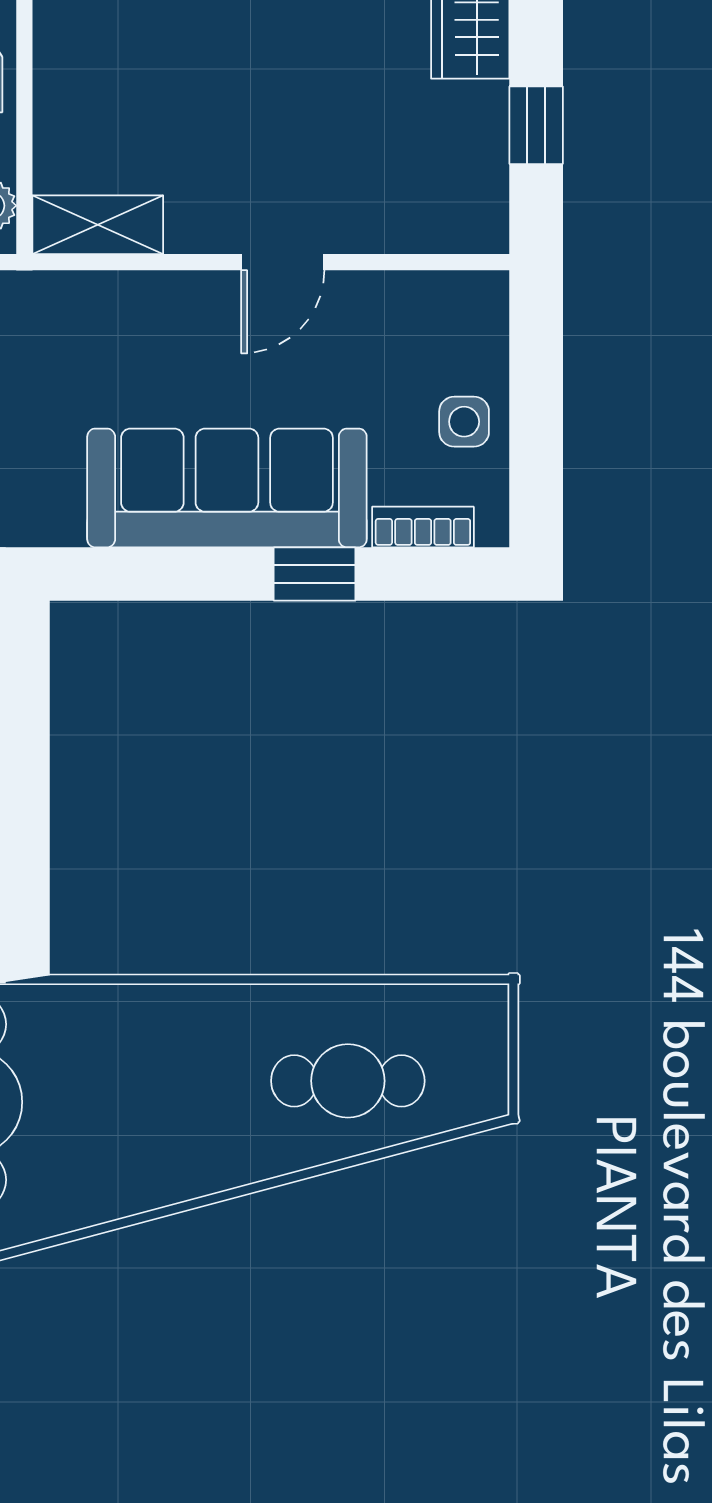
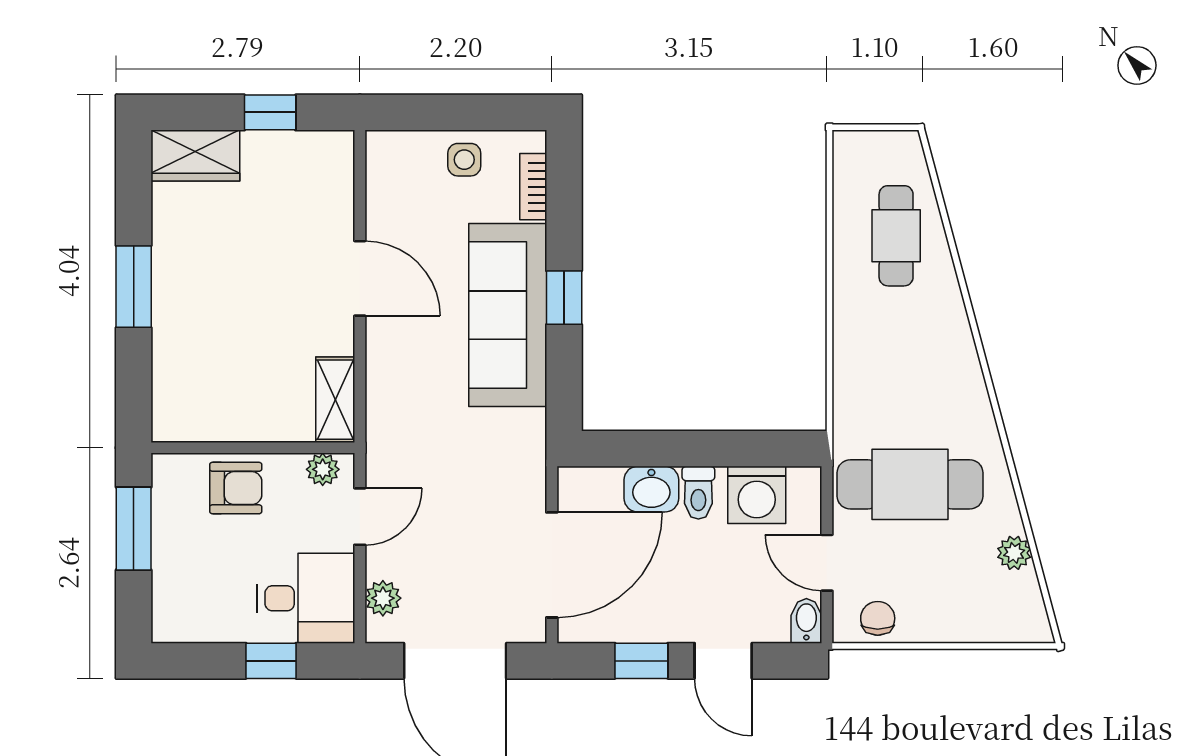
door: (283, 262) -> (360, 278), width x1.38
window: (315, 574) -> (564, 298), moved

